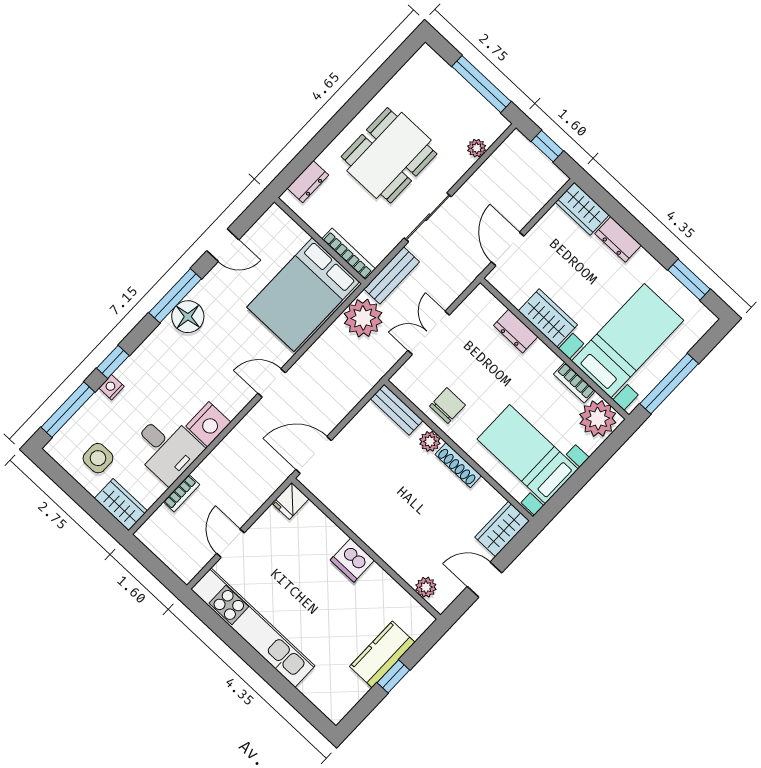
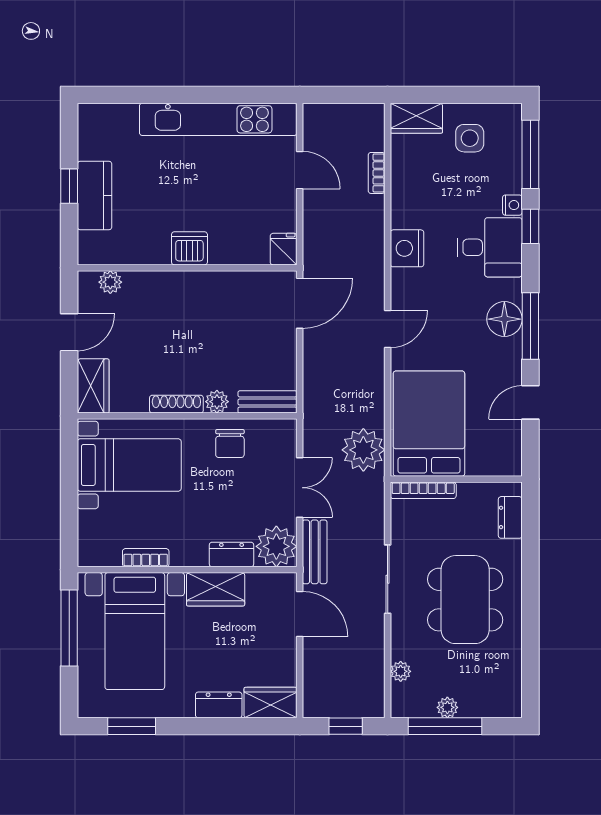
plant: (468, 95) -> (447, 707), added
bench: (392, 275) -> (315, 552), moved
plant: (598, 418) -> (276, 546), moved
desk: (167, 448) -> (490, 247), moved, turned 180

